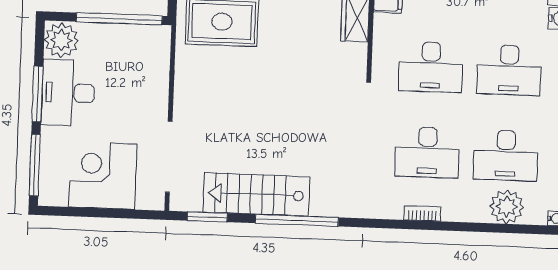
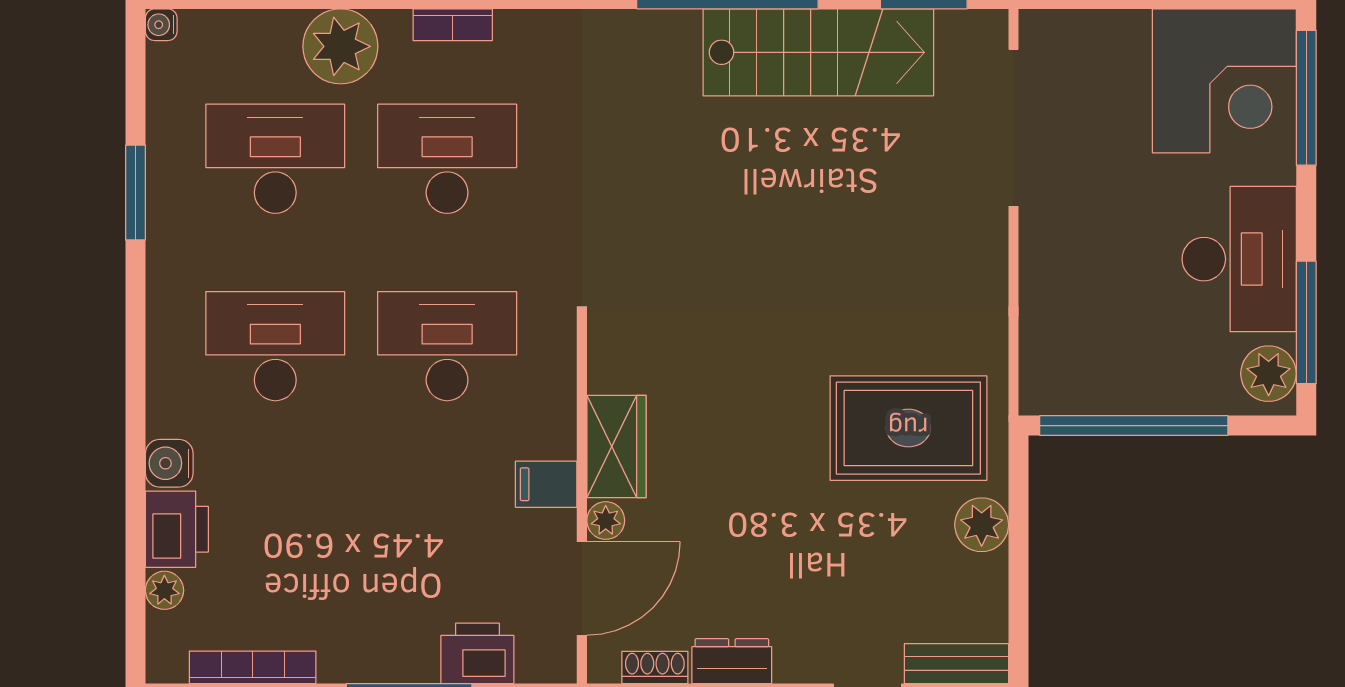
plant: (61, 40) -> (1269, 374), width x0.73, depth x0.73
window: (38, 94) -> (1306, 322), moved
corner desk: (103, 175) -> (1224, 81), moved
plant: (507, 207) -> (340, 46), moved

